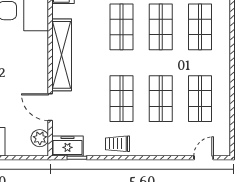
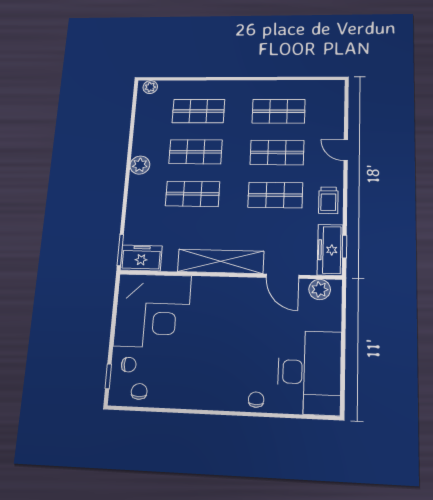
door: (50, 107) -> (282, 276), hinge flipped
freezer: (67, 146) -> (330, 250), width x1.40
door: (204, 158) -> (346, 150), moved

